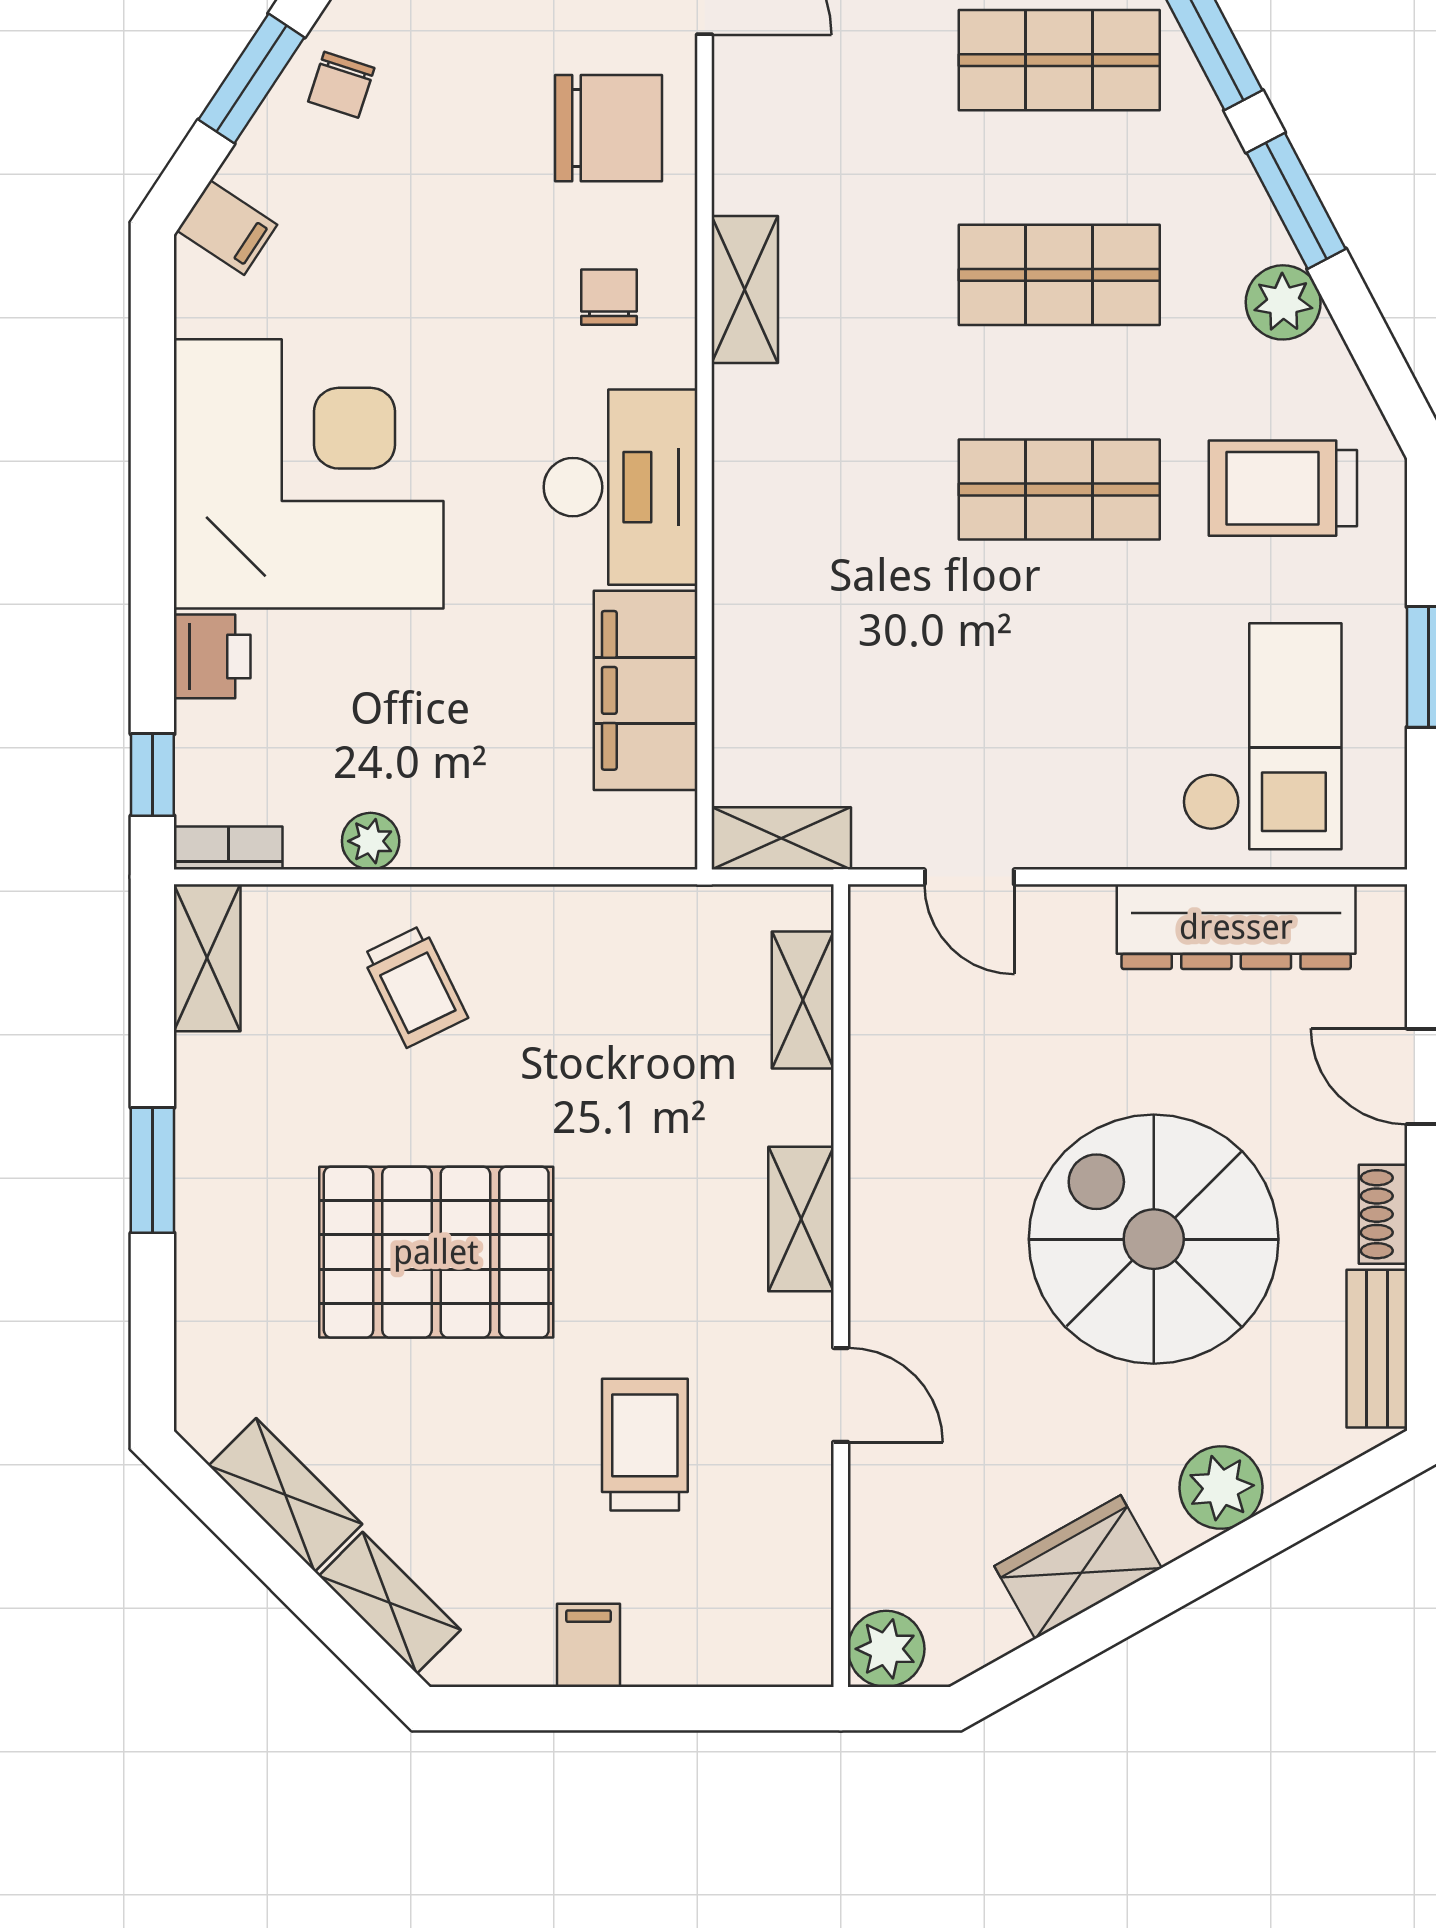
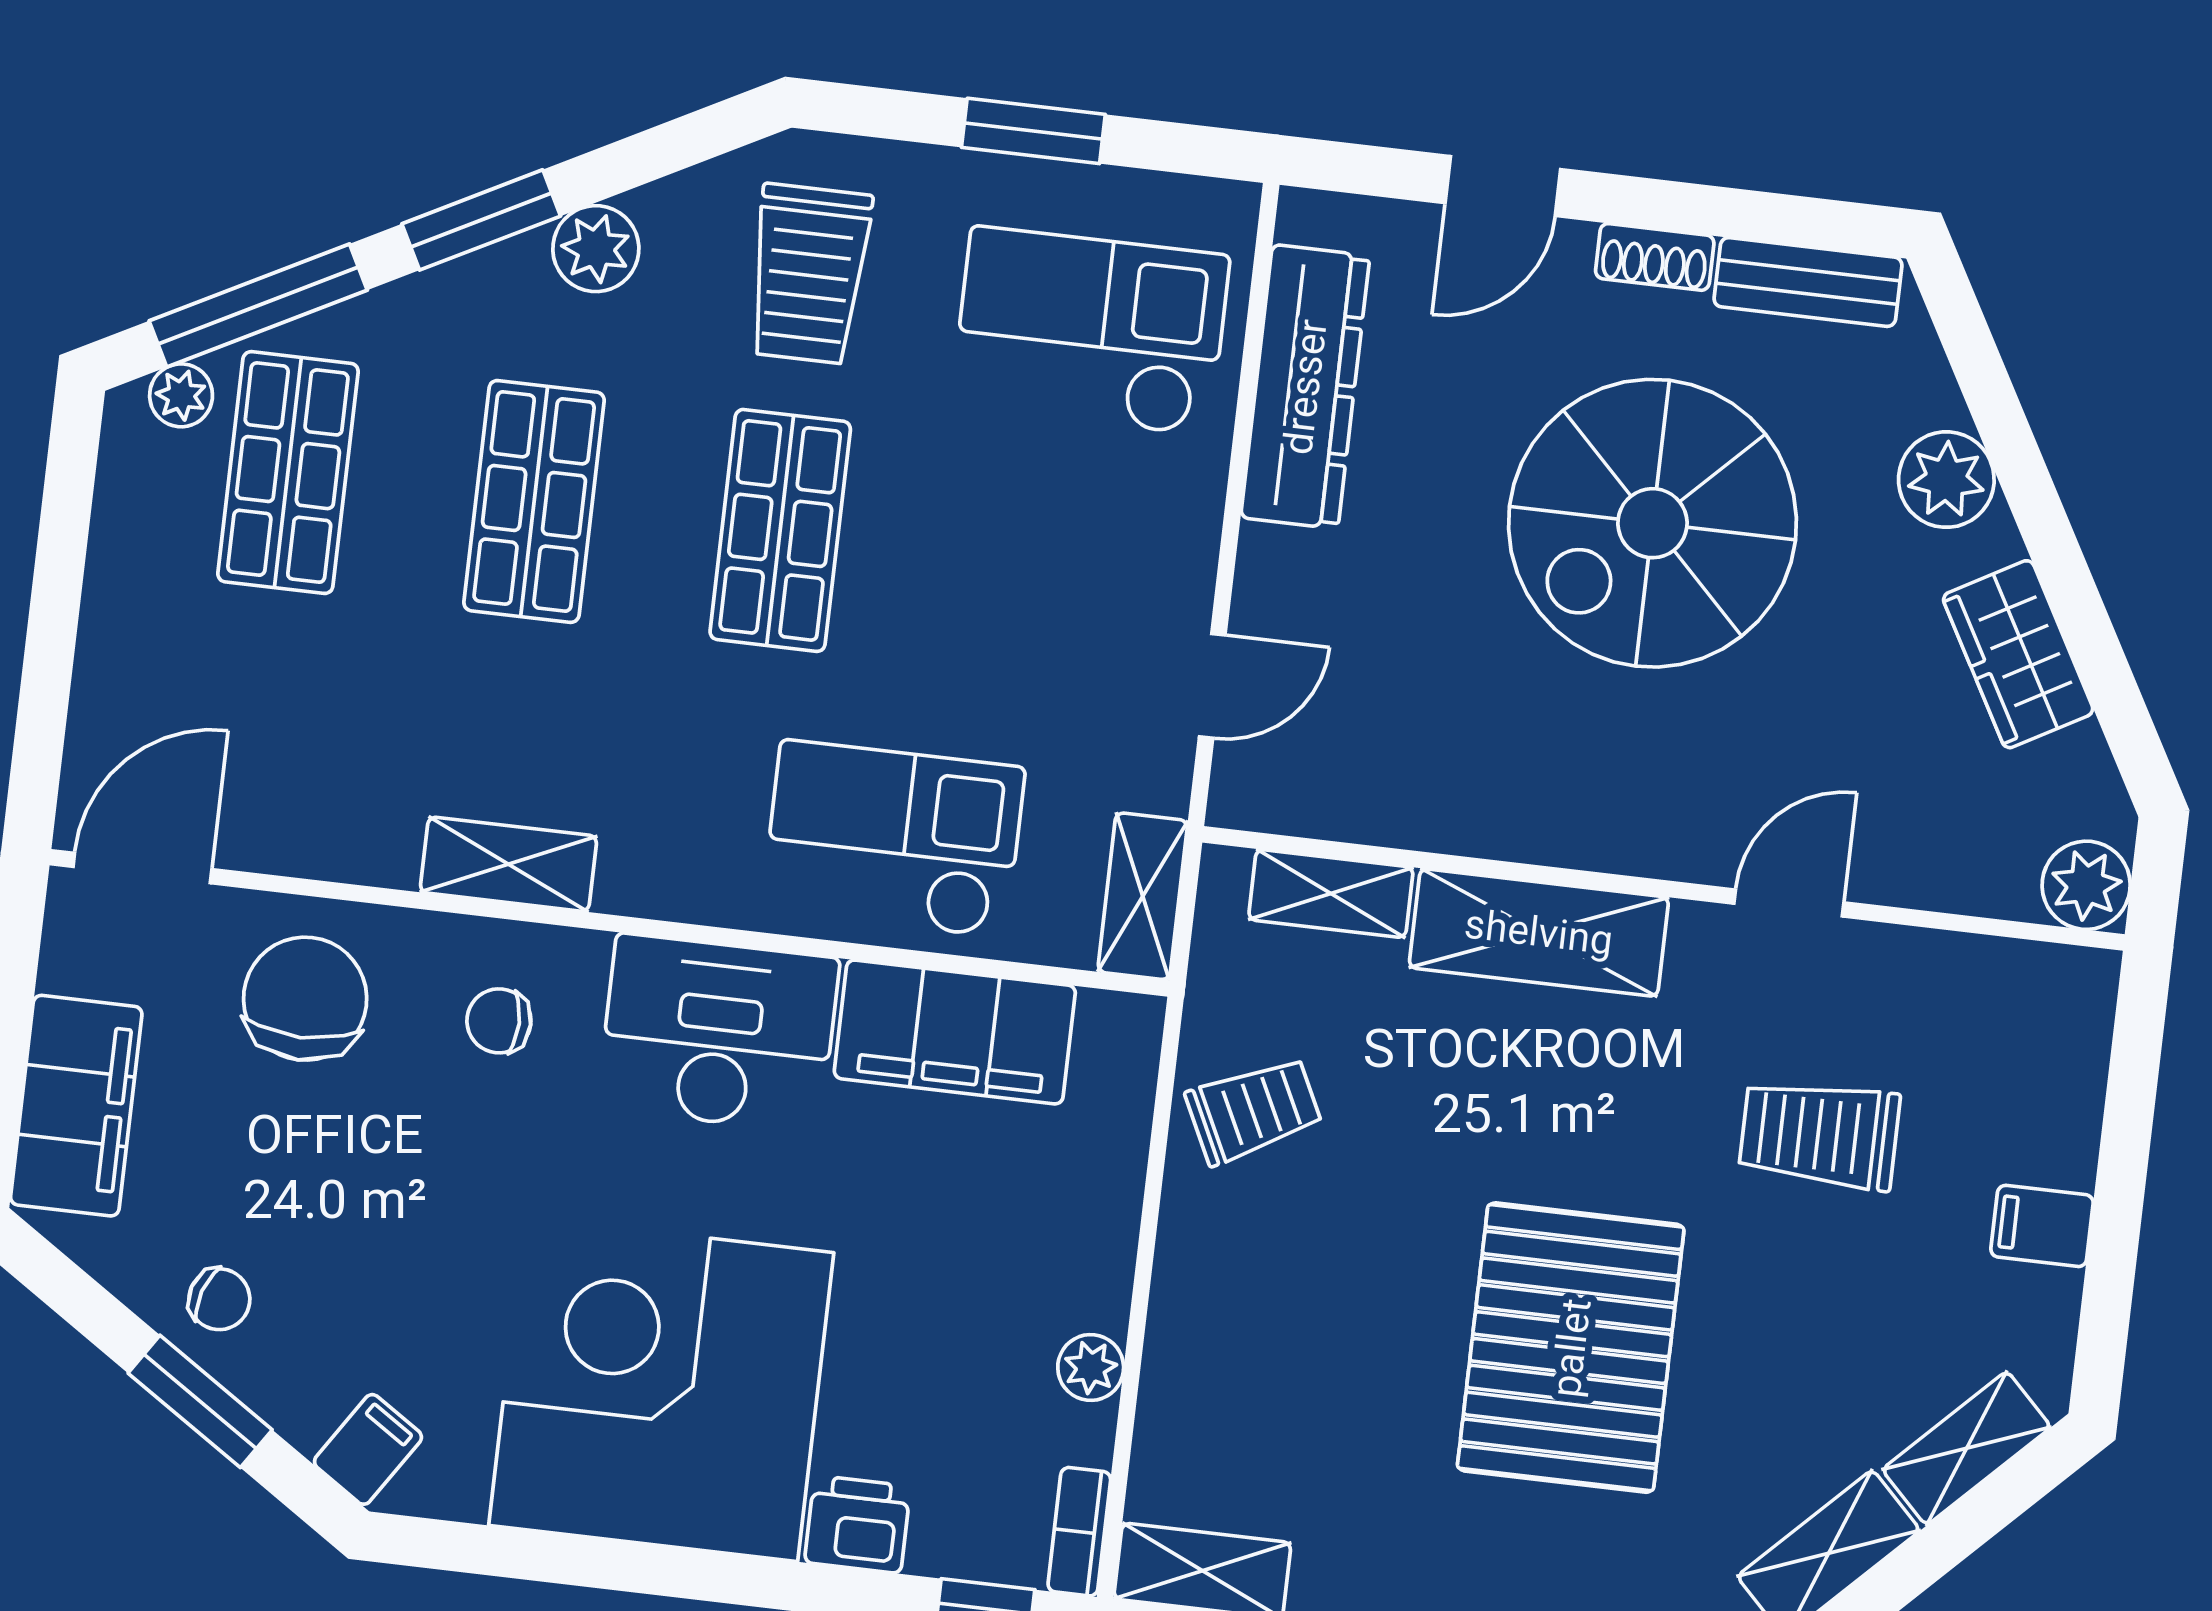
checkout: (805, 618) -> (893, 839), added
trolley: (415, 986) -> (1254, 1110), moved
shelving: (801, 1219) -> (1539, 932), width x1.50, depth x1.33

